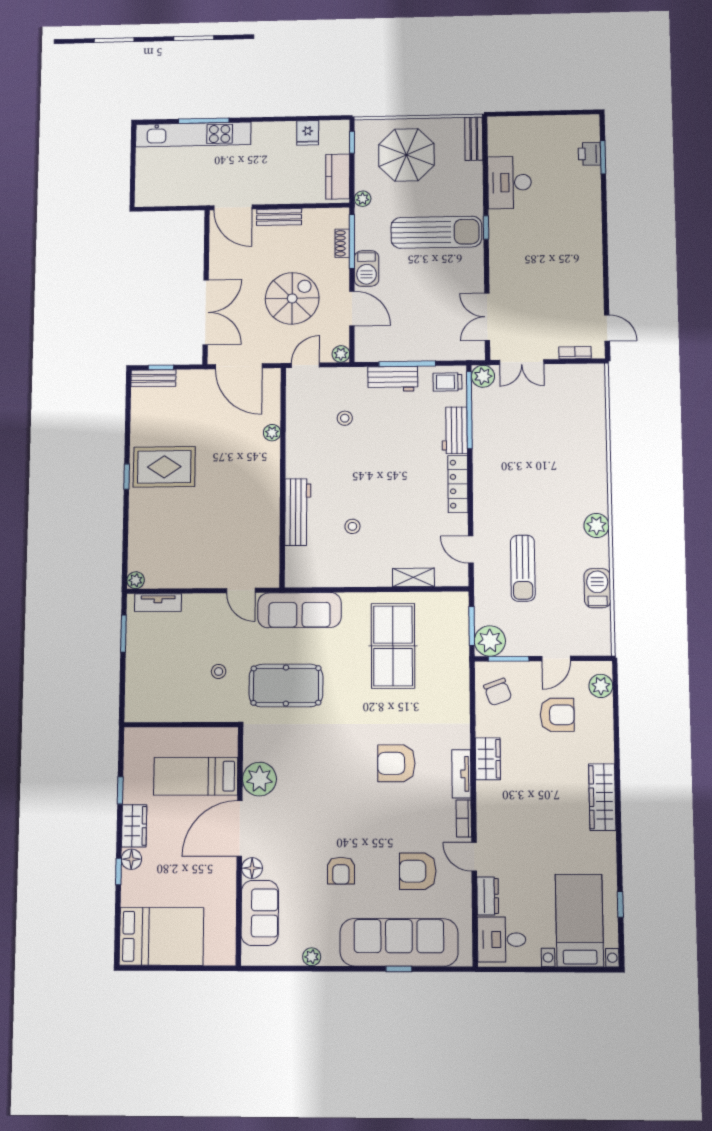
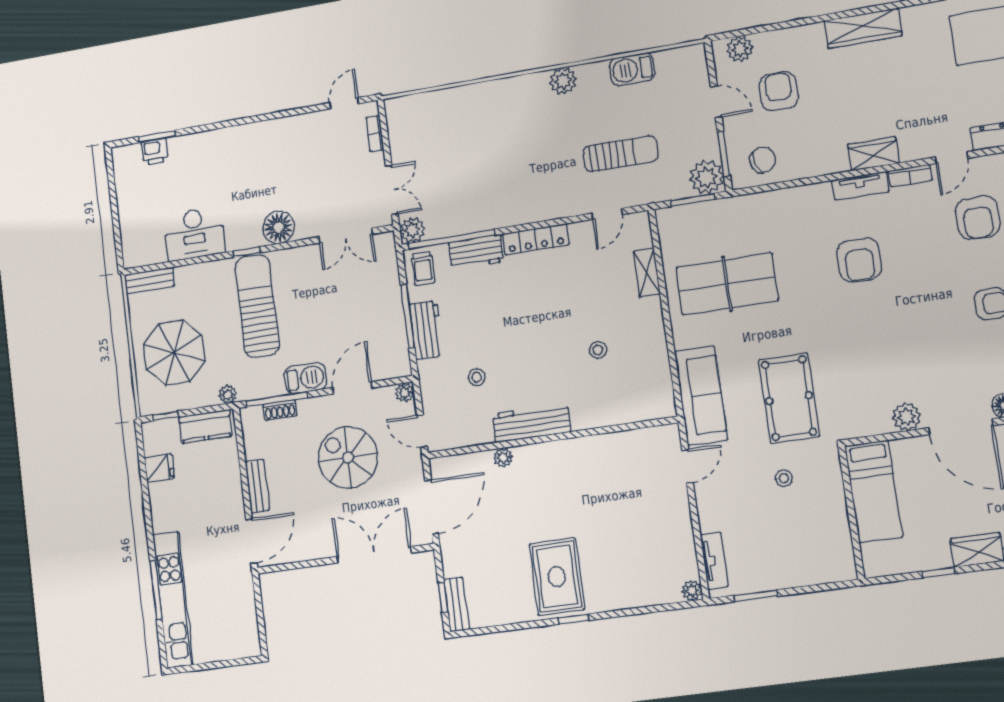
floor lamp: (504, 258) -> (279, 227), added
workbench: (298, 512) -> (532, 423), moved
wardrobe: (488, 759) -> (873, 154), moved
bed: (196, 776) -> (874, 491), moved
plant: (259, 779) -> (907, 417), width x0.73, depth x0.73

